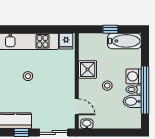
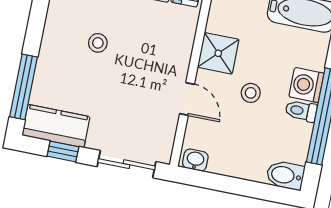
bidet: (132, 101) -> (285, 175), moved
door: (77, 107) -> (187, 99), moved

